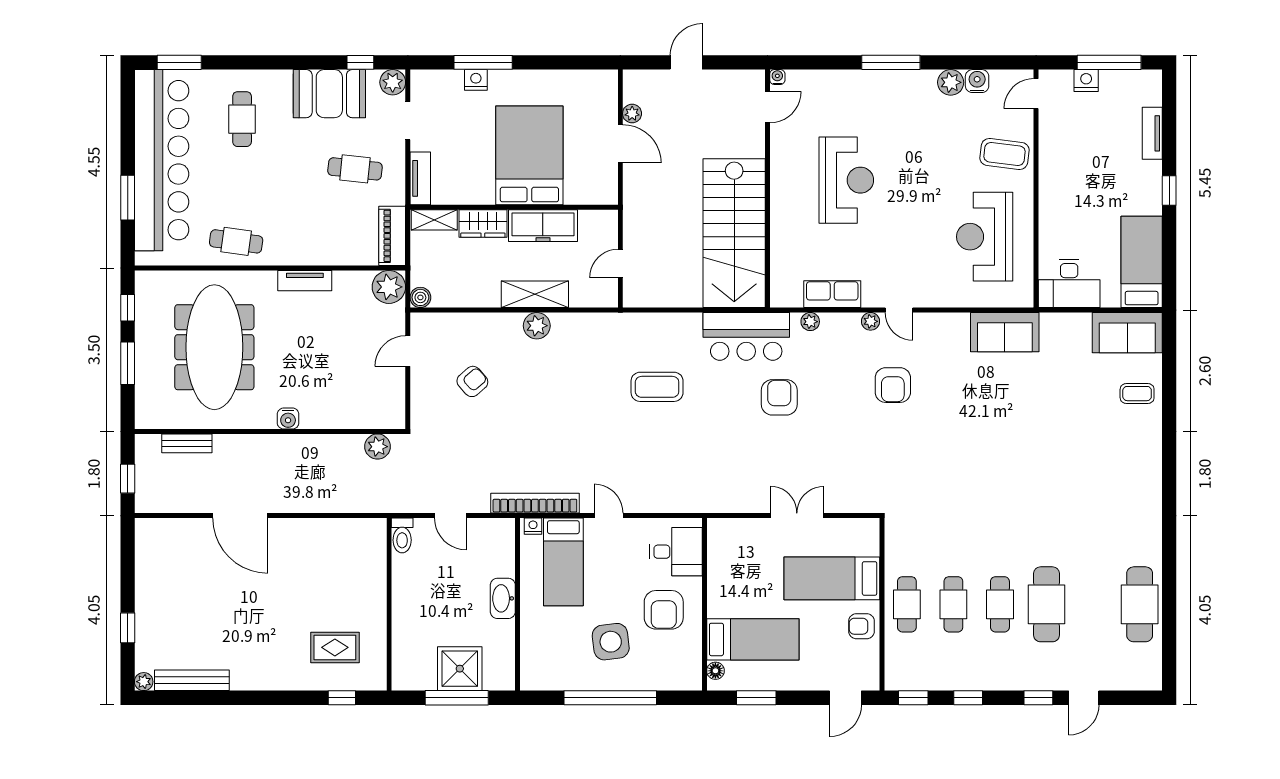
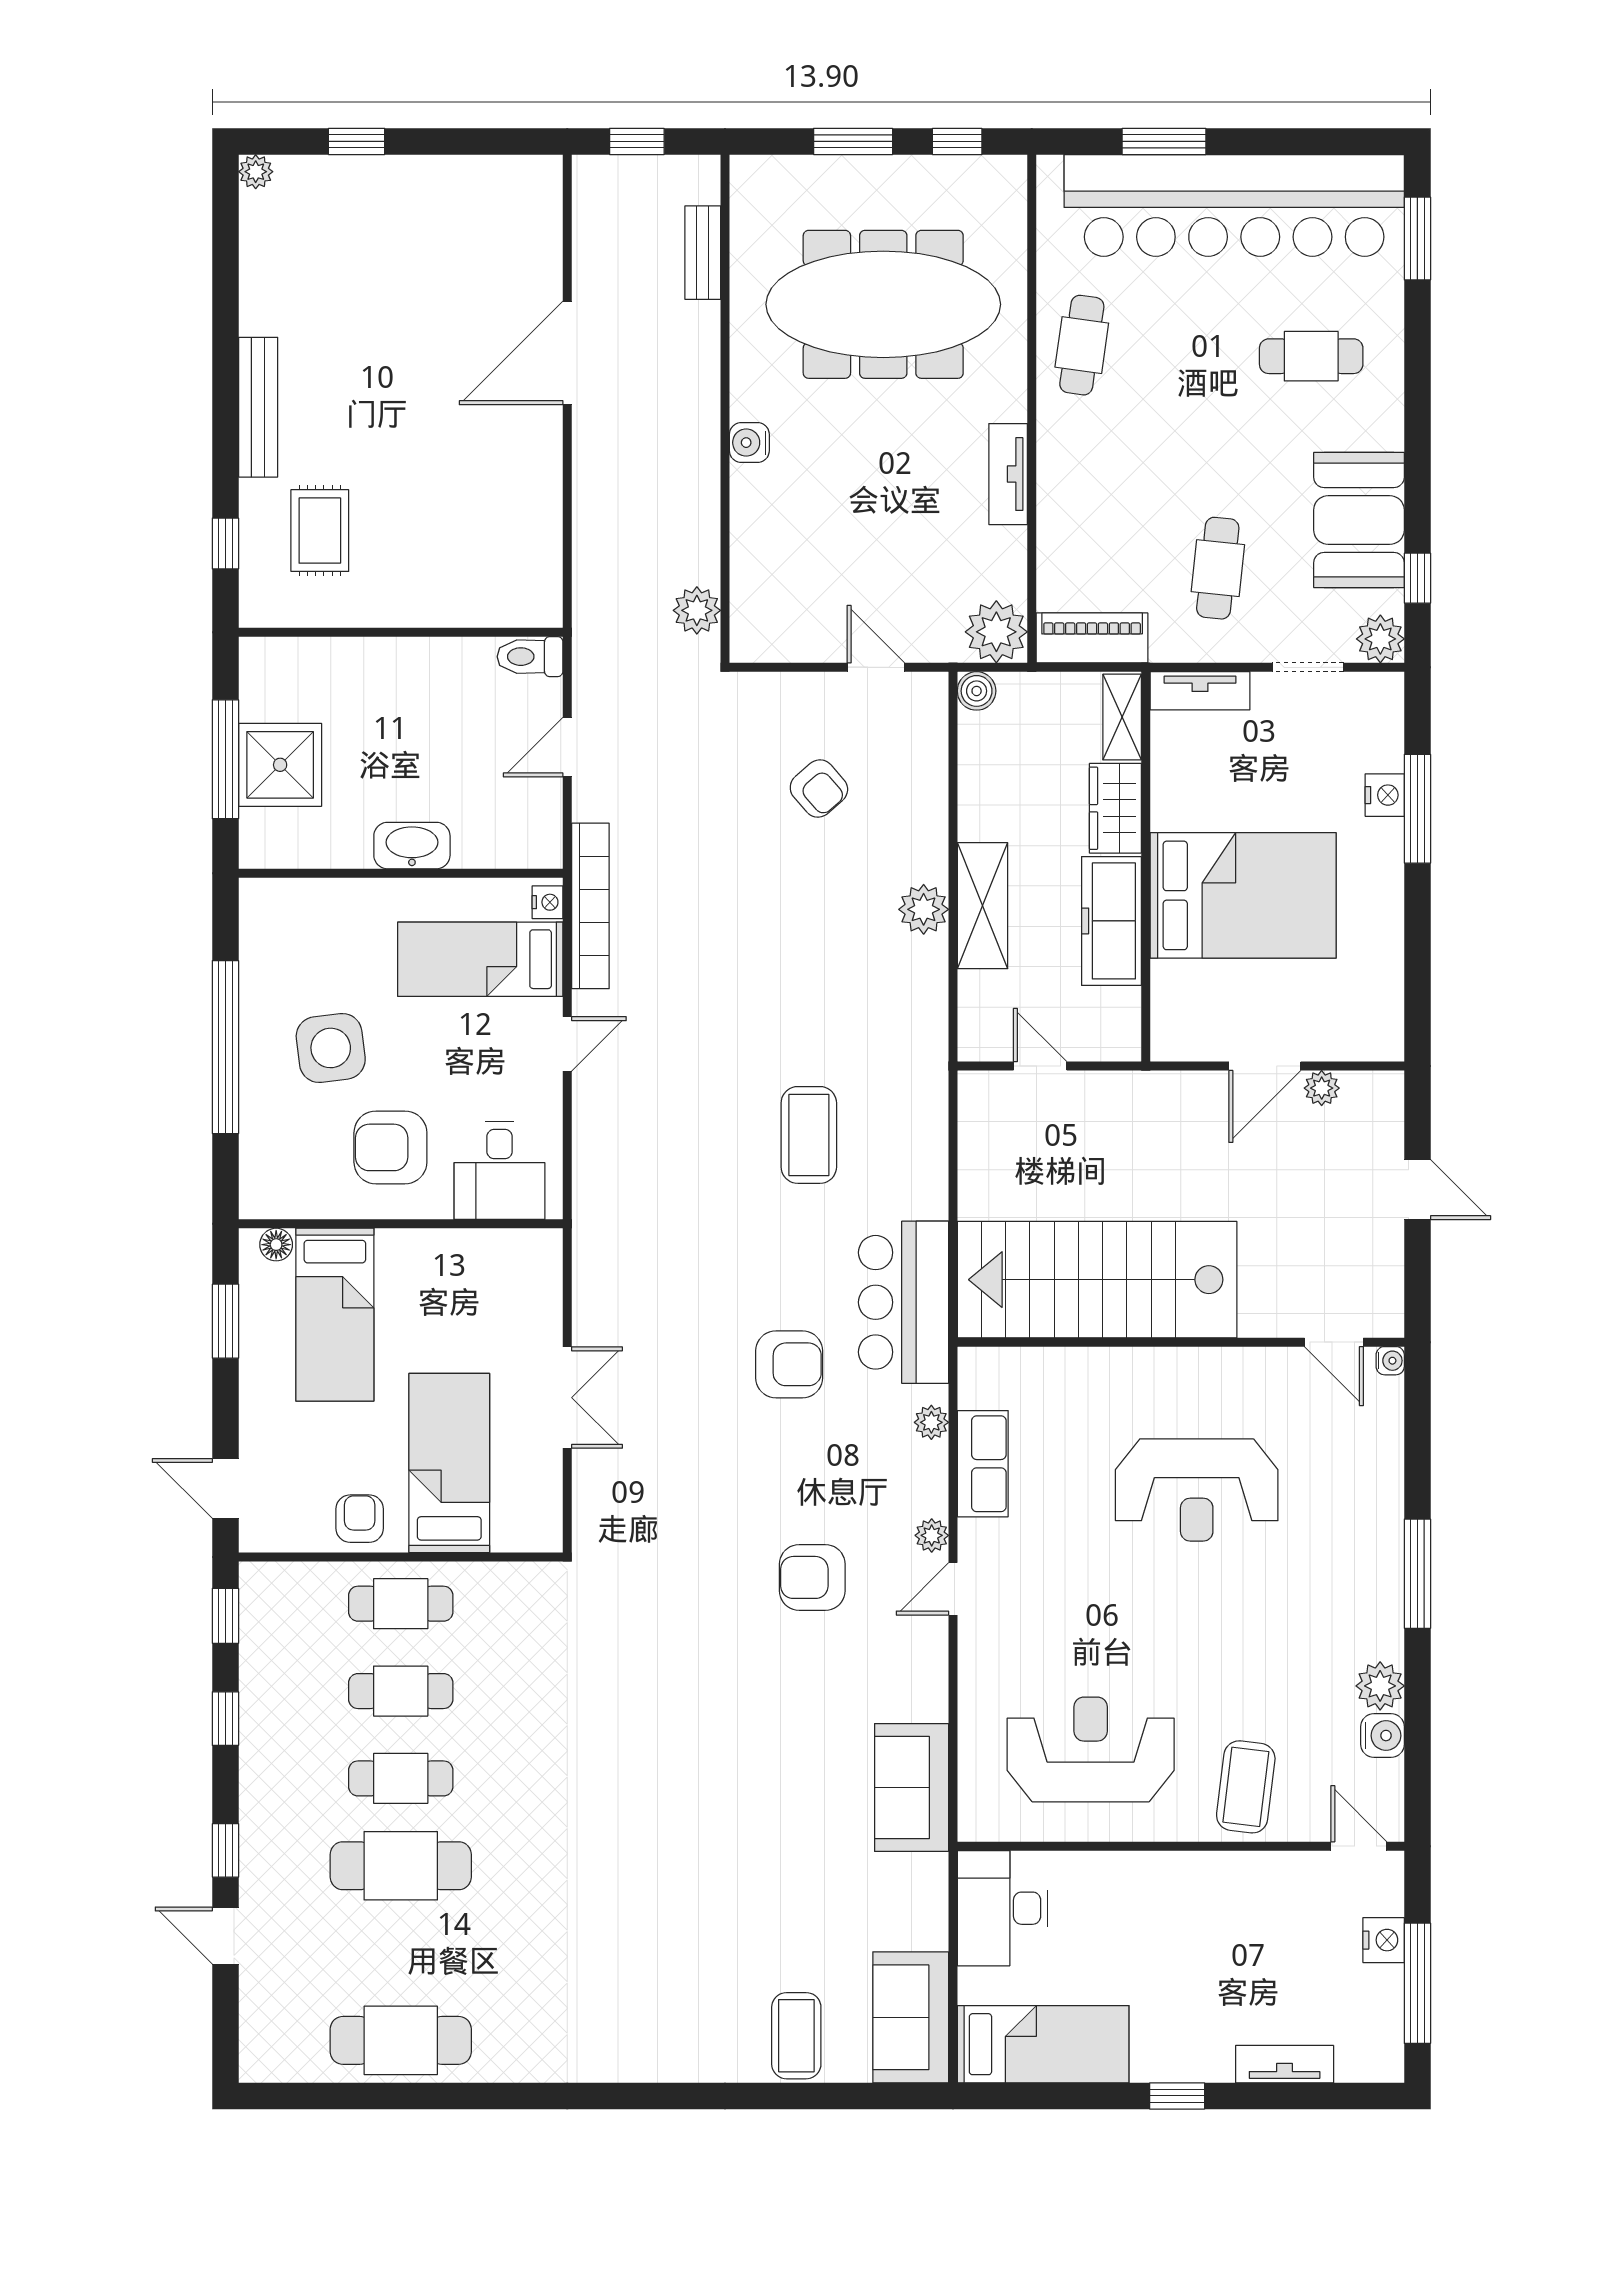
coffee table: (1137, 394) -> (796, 2036), width x1.36, depth x1.30
bench: (192, 680) -> (258, 407), moved

